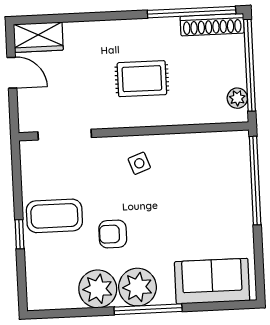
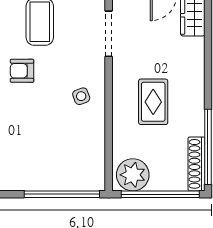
plant: (237, 98) -> (133, 175), width x1.87, depth x1.87
armchair: (113, 234) -> (22, 71), turned -90

